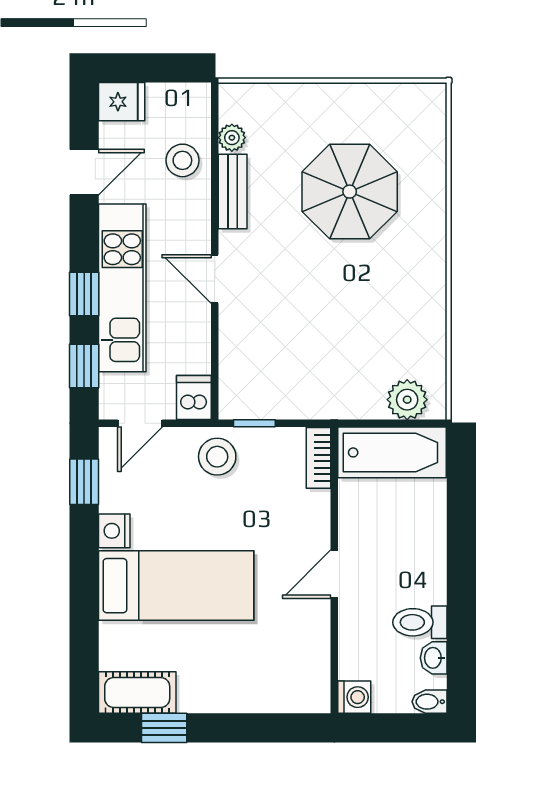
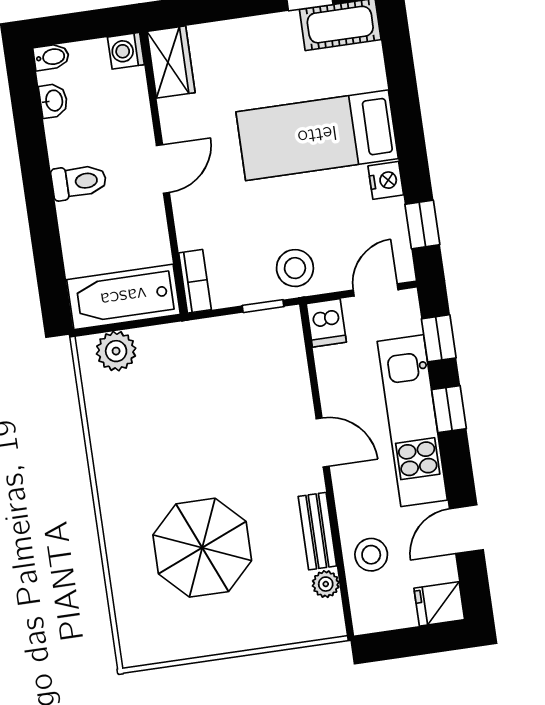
toilet: (420, 622) -> (79, 182), moved
wardrobe: (311, 680) -> (171, 62), added

